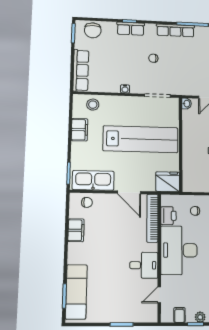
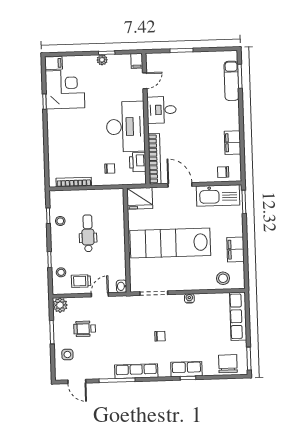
exam couch: (76, 292) -> (232, 81), width x0.73, depth x0.69
filing cabinet: (179, 315) -> (137, 61), moved

